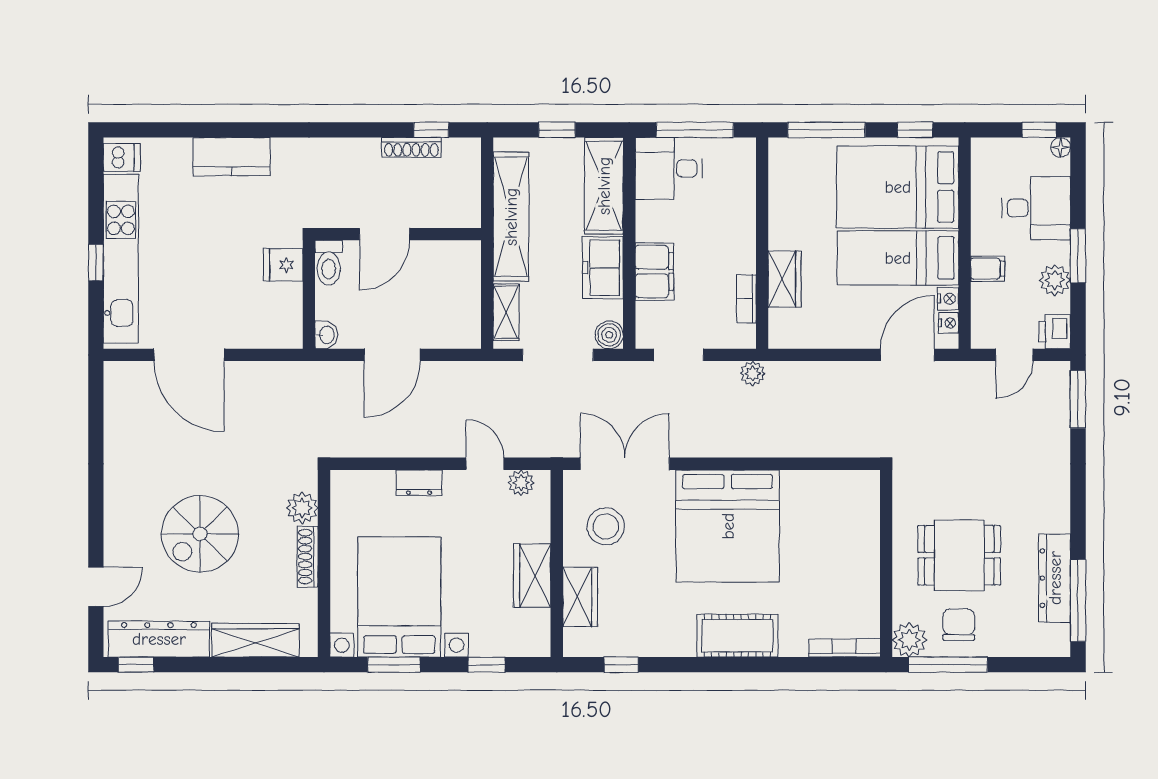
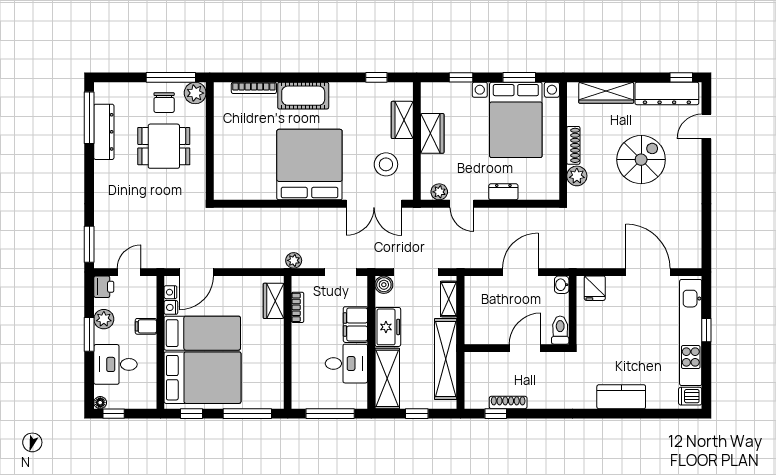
desk: (669, 168) -> (346, 364), moved
fridge: (283, 265) -> (595, 288), moved, turned 90
wardrobe: (785, 279) -> (274, 301), moved
bookcase: (844, 648) -> (254, 88), moved

